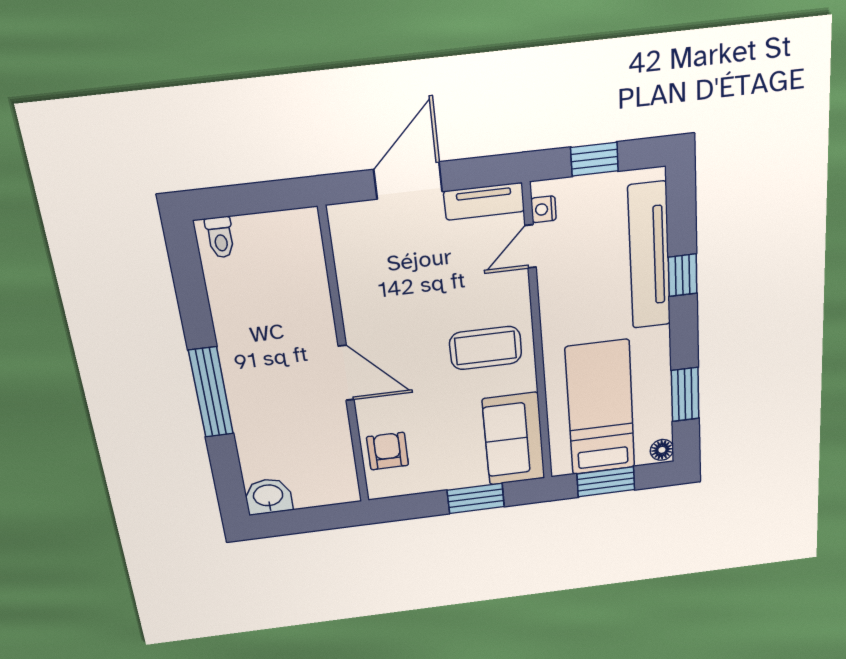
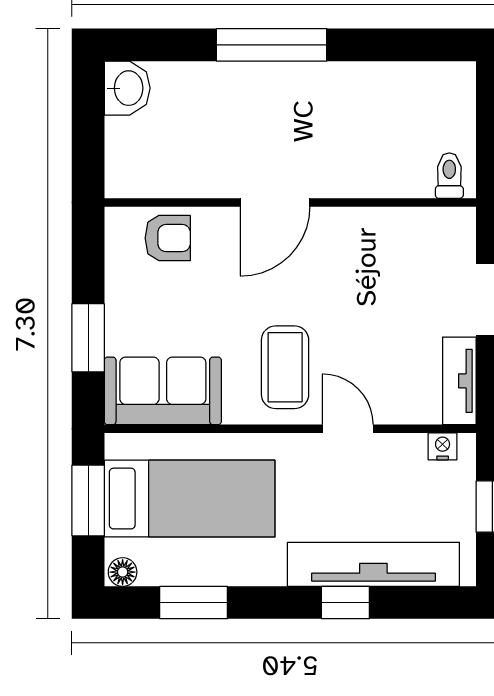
toilet: (220, 237) -> (449, 176), moved, turned 90
door: (531, 246) -> (348, 429), moved

